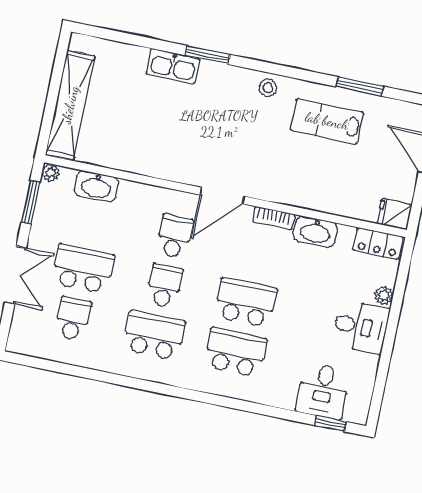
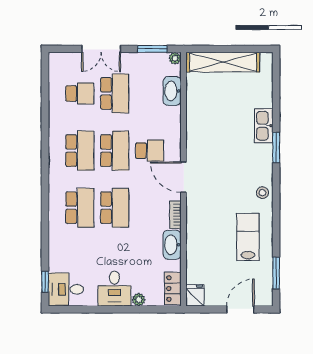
window: (360, 87) -> (276, 273), moved
school desk: (164, 286) -> (115, 151), width x1.85
desk: (323, 391) -> (66, 289), moved

